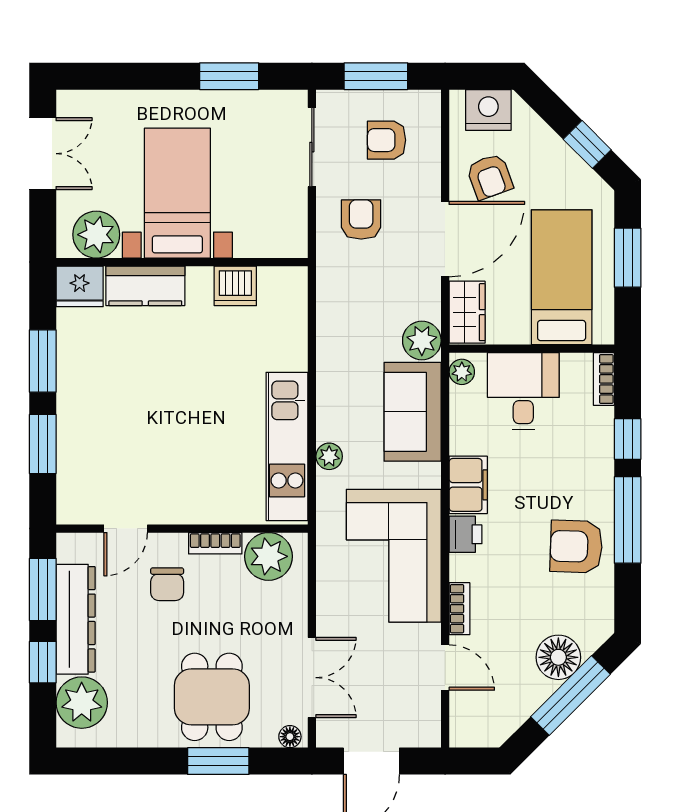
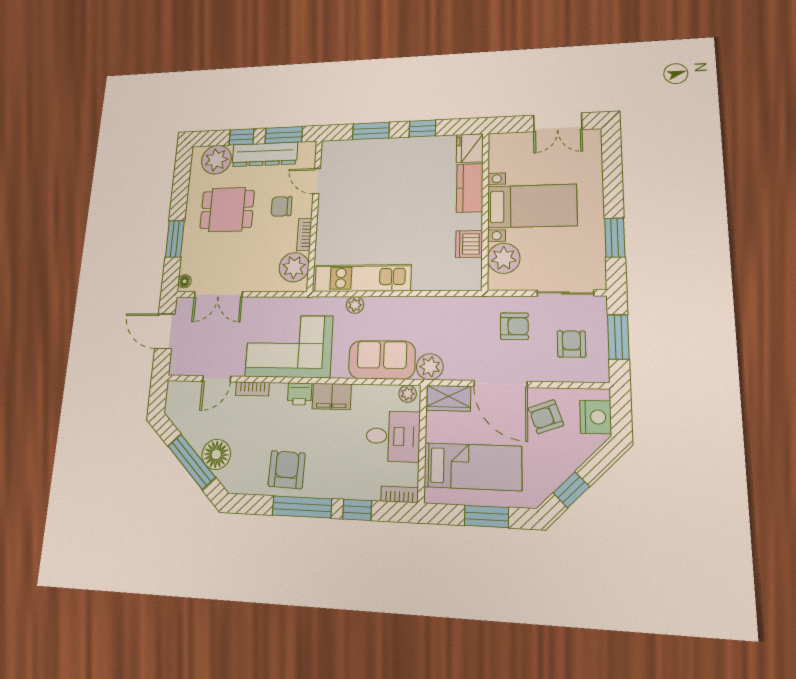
plant: (96, 235) -> (504, 258), moved
window: (43, 361) -> (422, 129), width x0.67
dining table: (212, 697) -> (227, 209), moved

